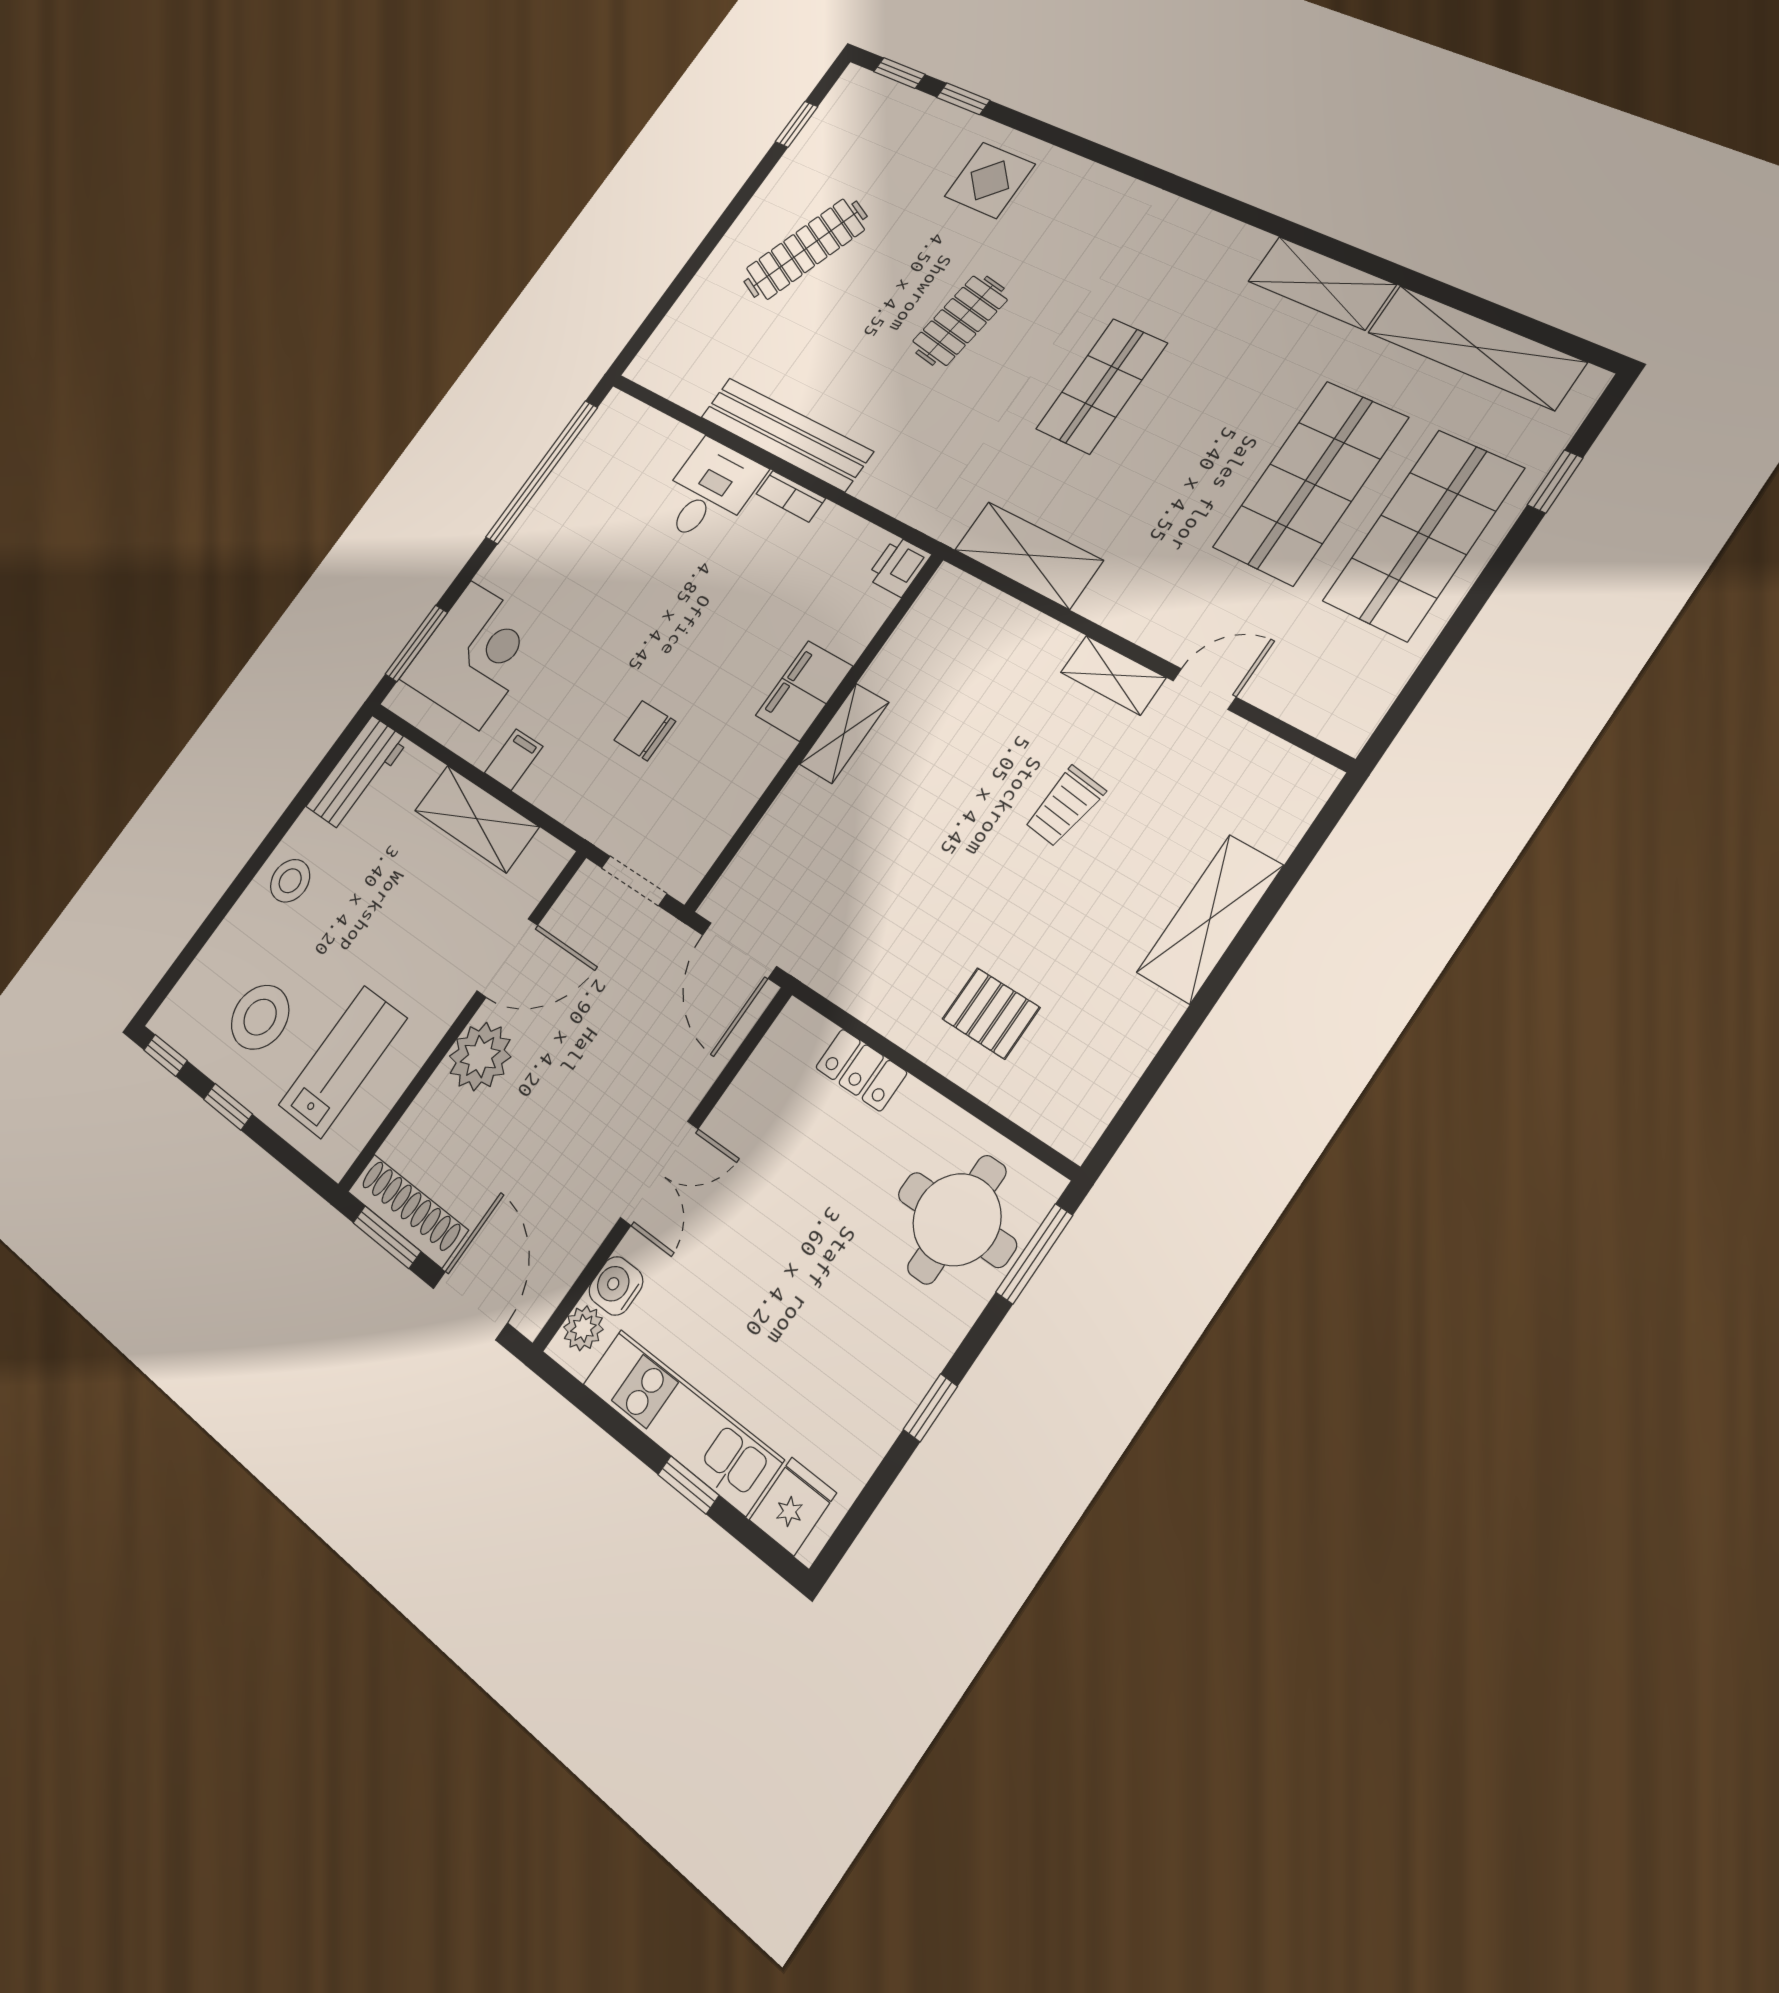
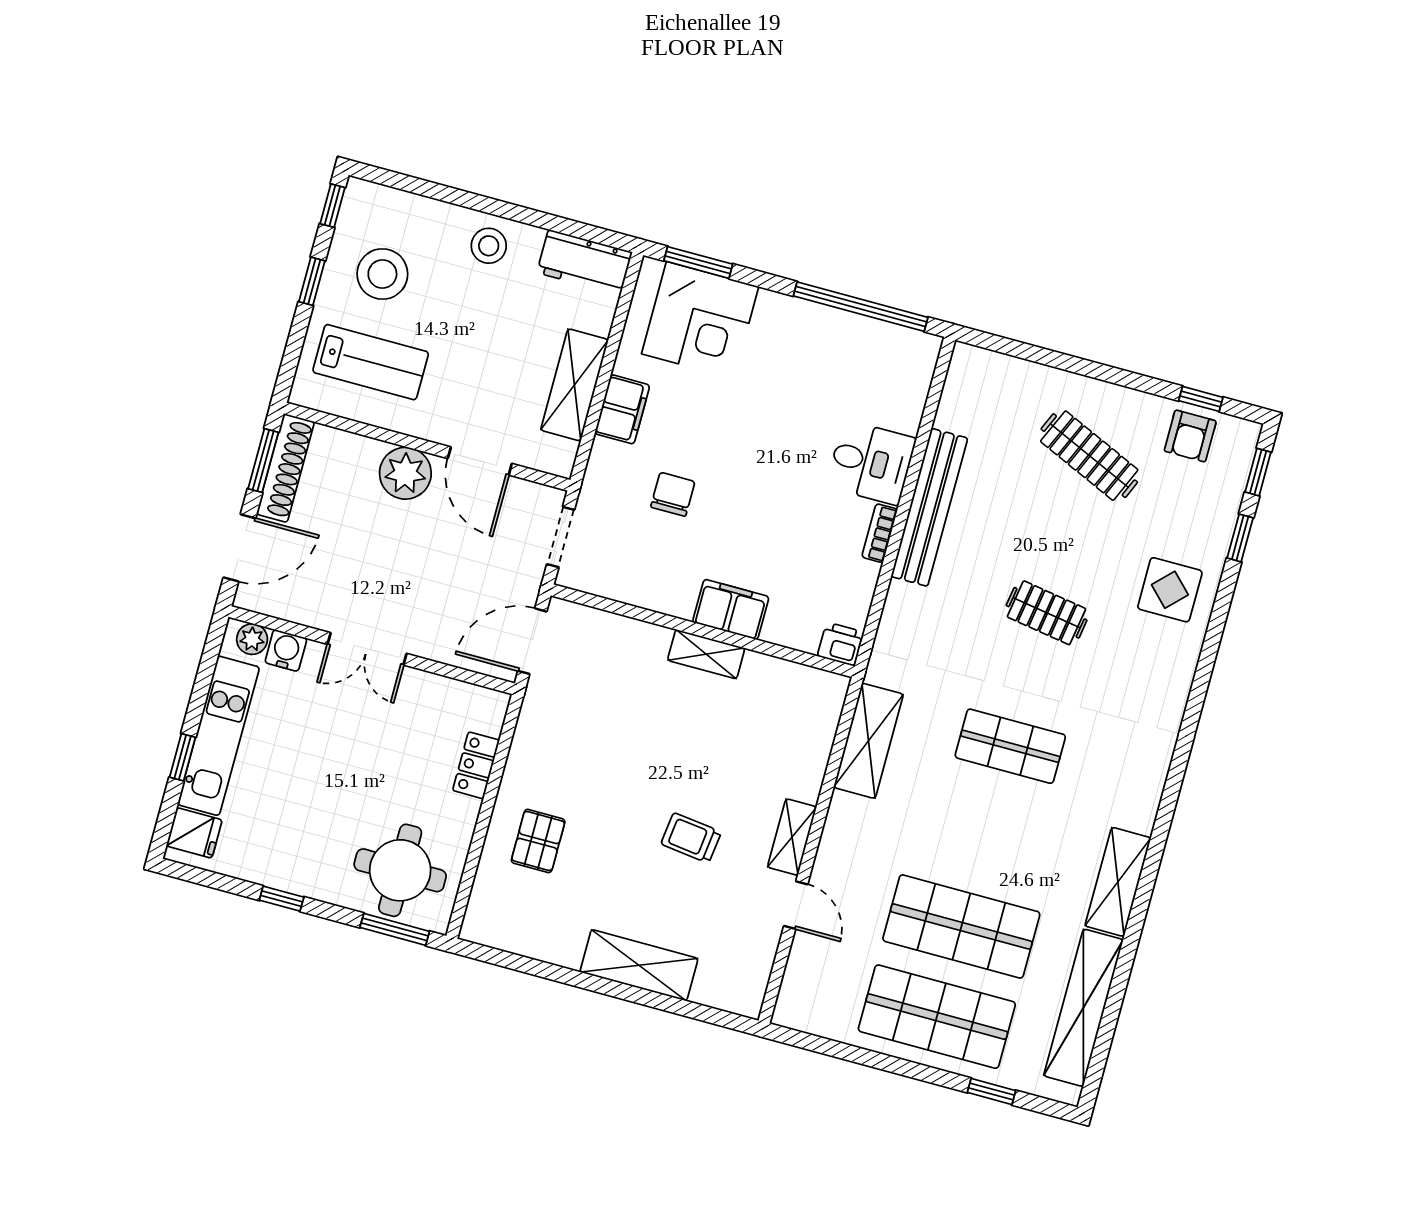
armchair: (831, 140) -> (1190, 436), added
filing cabinet: (514, 760) -> (622, 409), width x2.00

